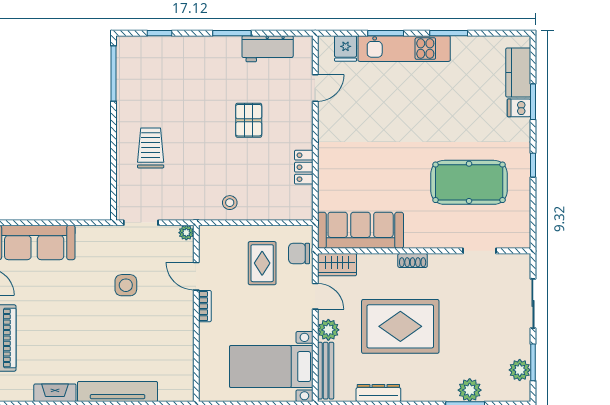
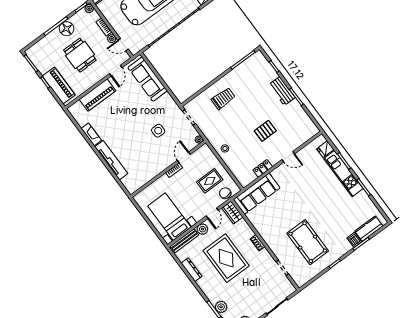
workbench: (268, 49) -> (282, 91), moved
door: (315, 88) -> (288, 157), moved
sofa: (361, 230) -> (257, 194), moved, turned 90

